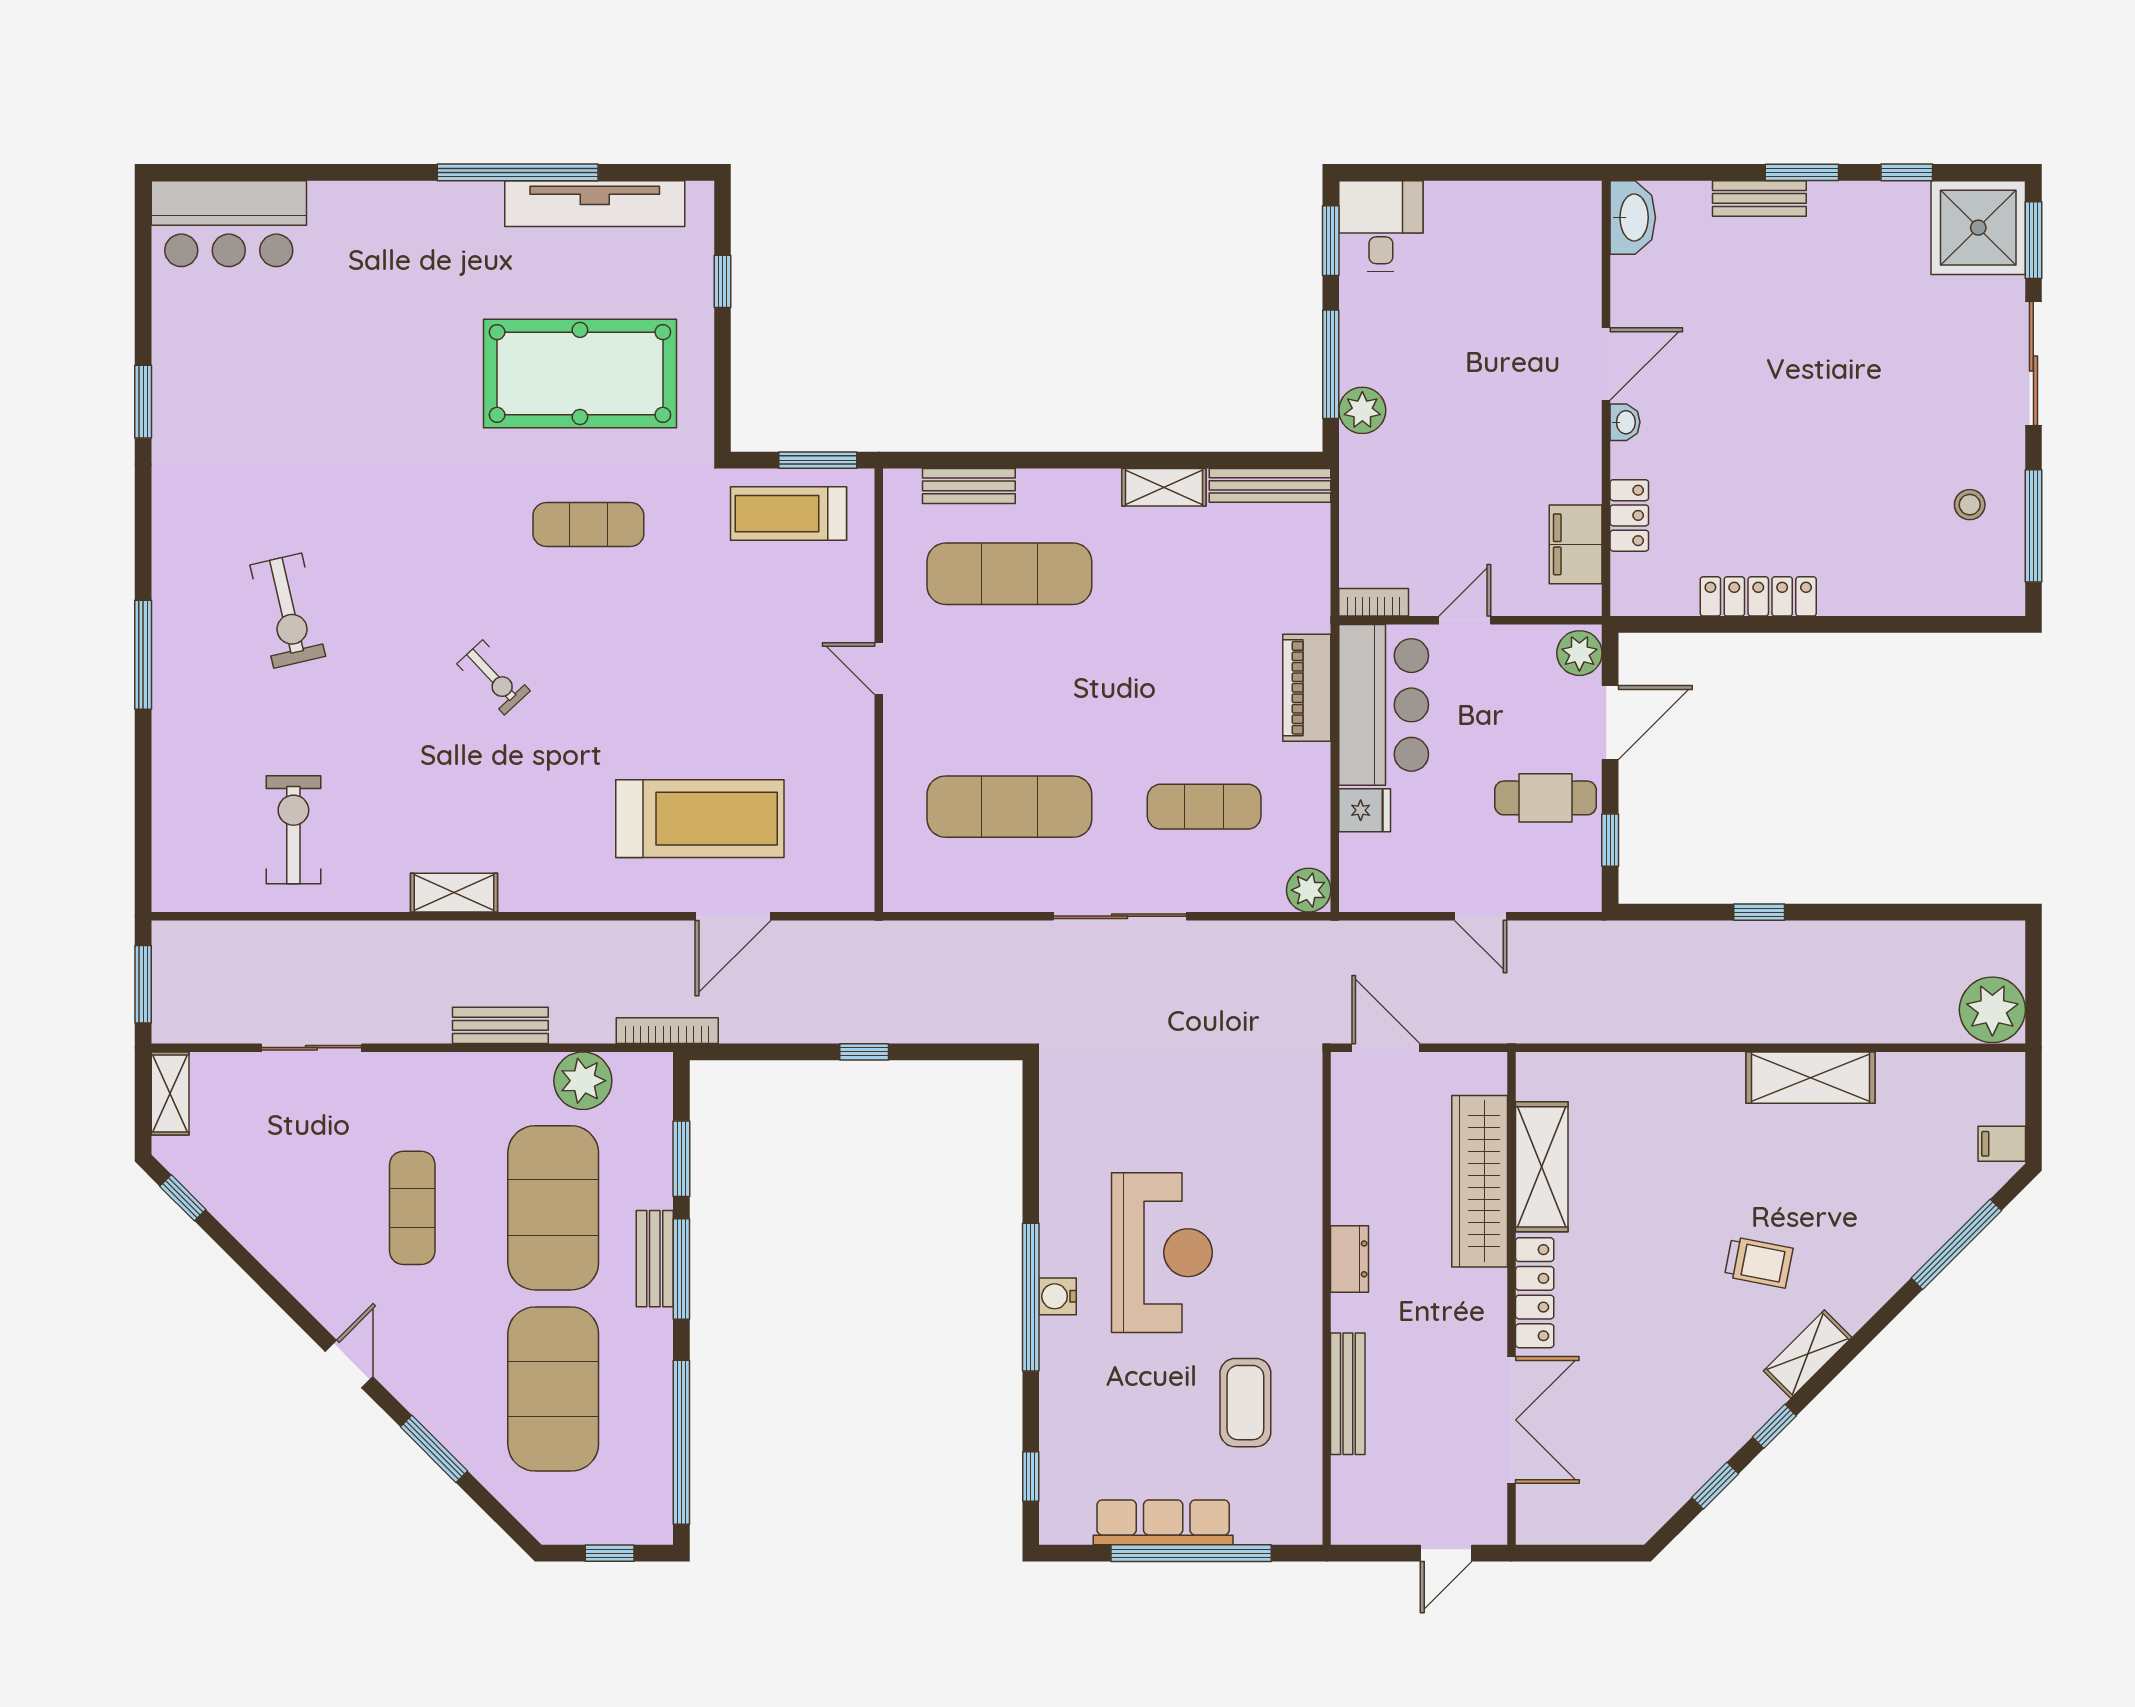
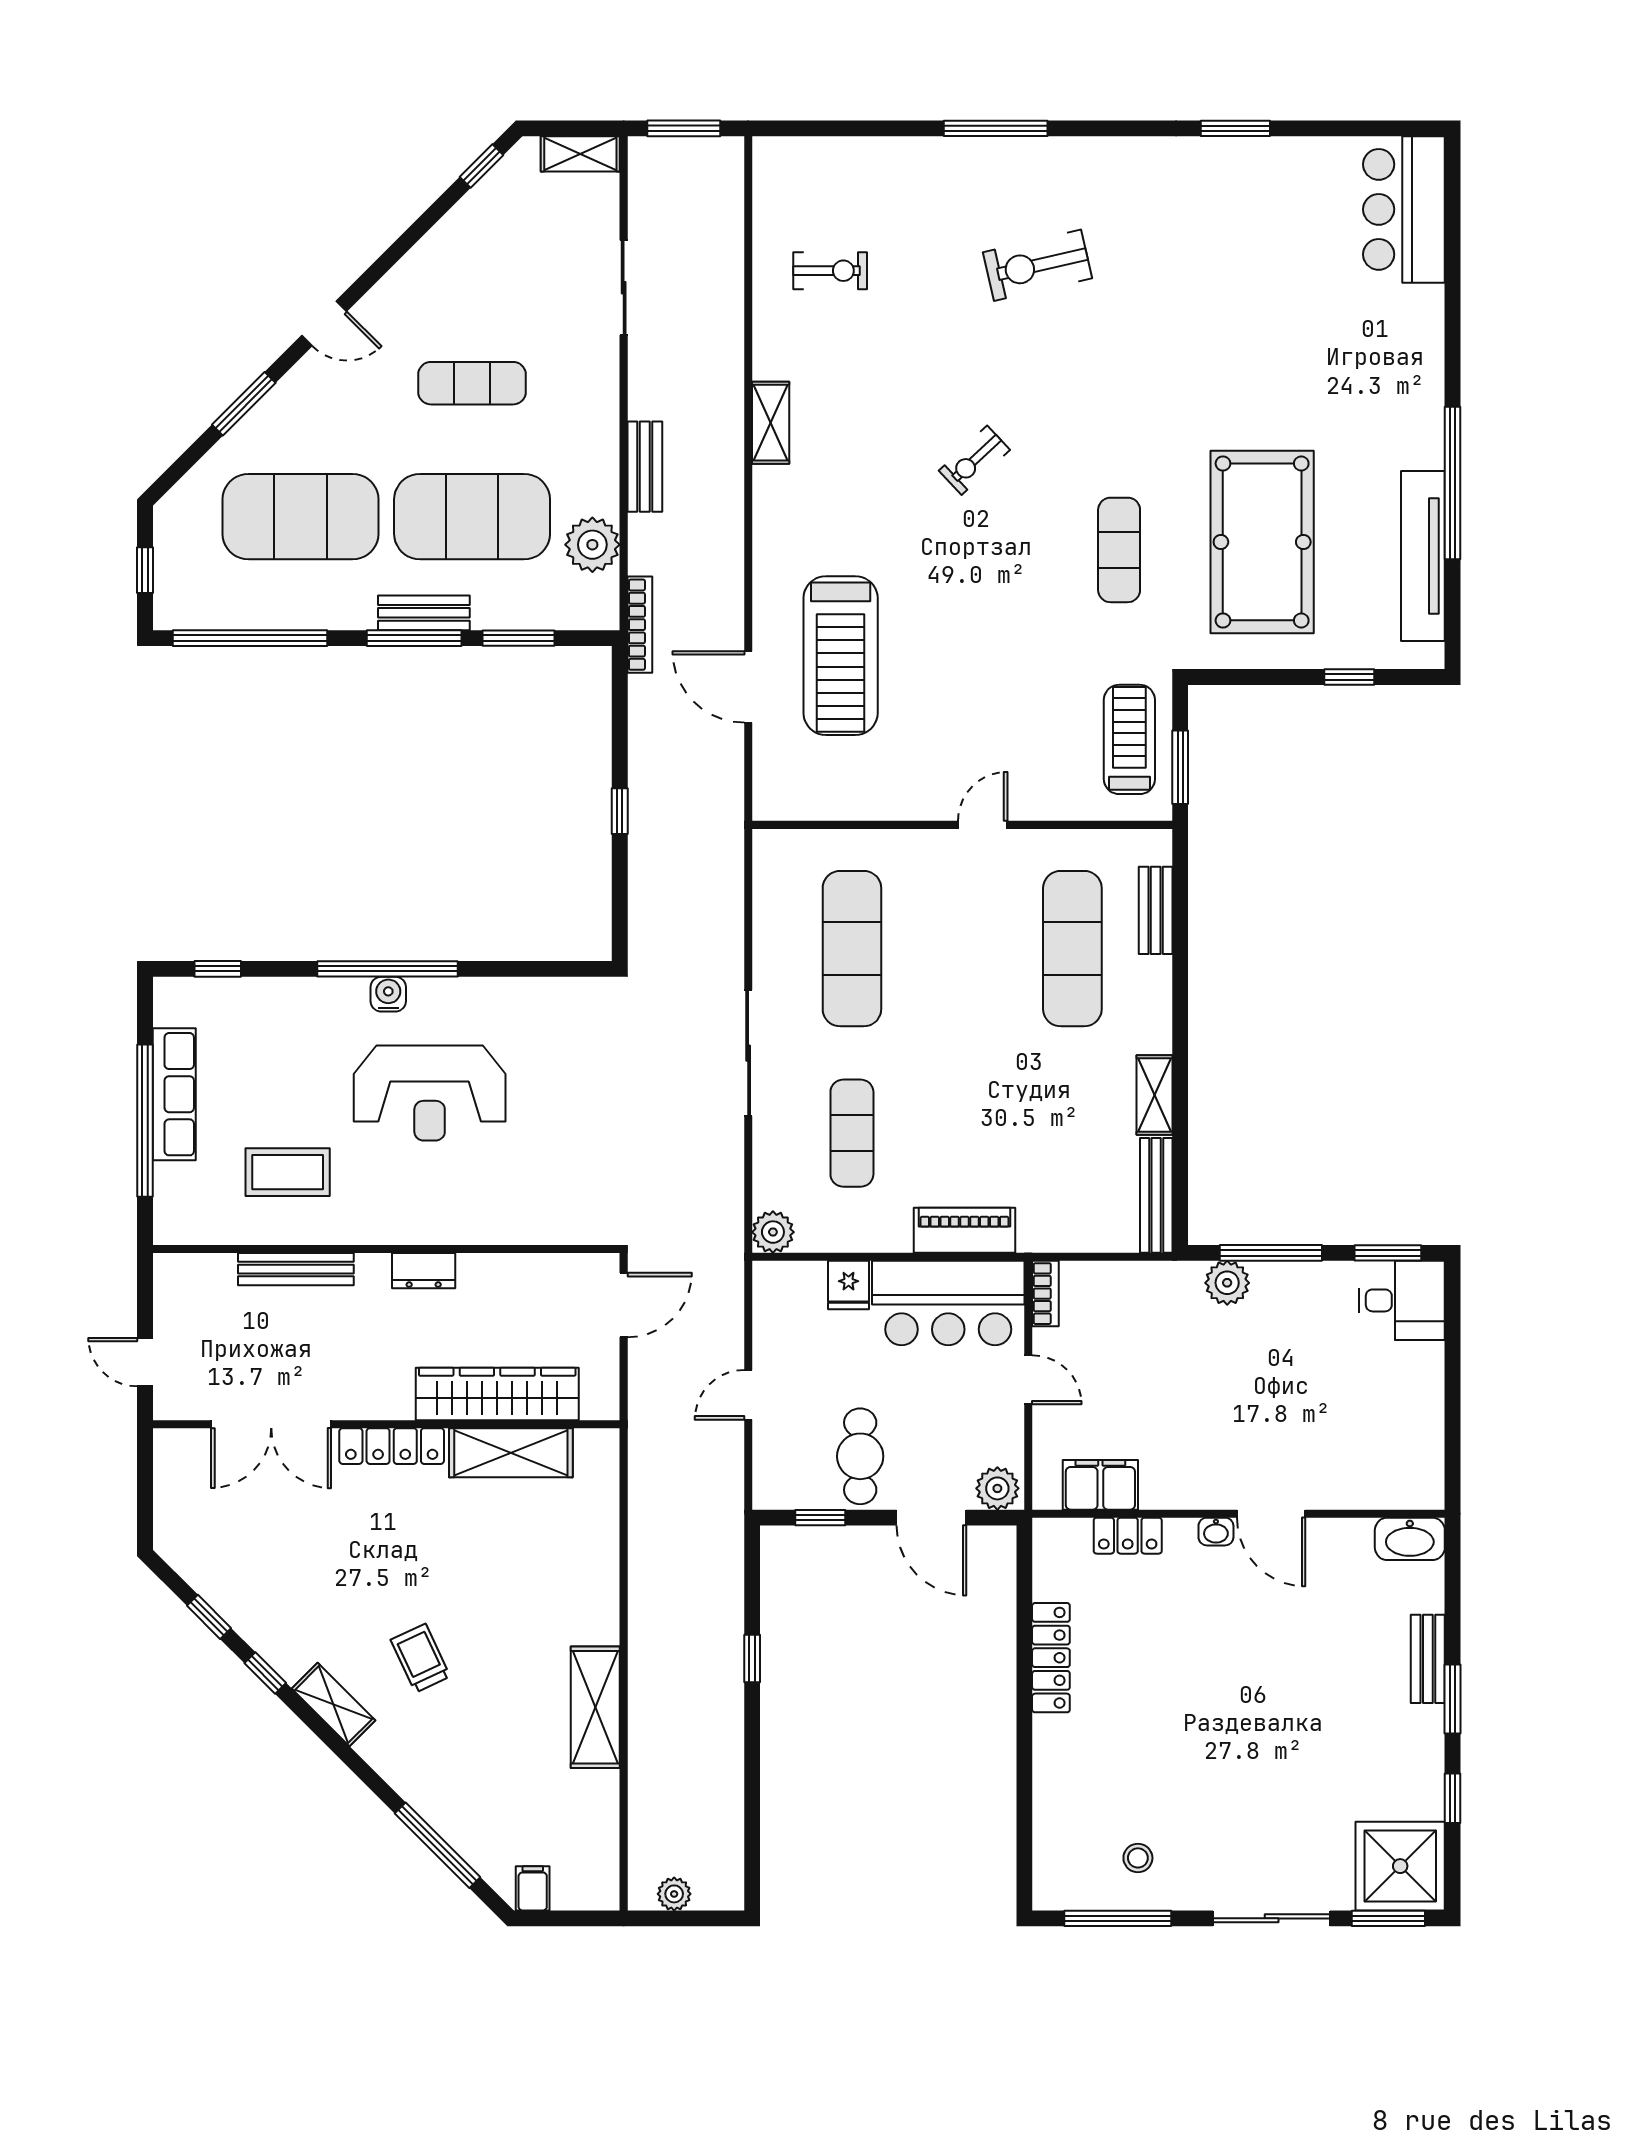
exercise bike: (293, 830) -> (830, 271), width x0.73, depth x0.72
plant: (1992, 1010) -> (674, 1894), width x0.53, depth x0.53
trolley: (1759, 1262) -> (420, 1658), turned 144

